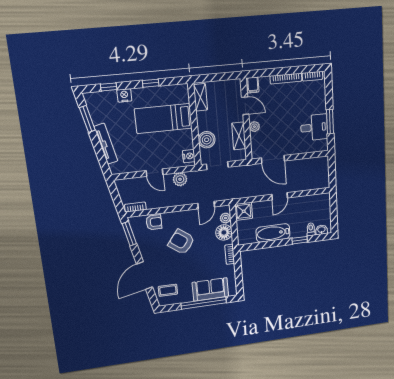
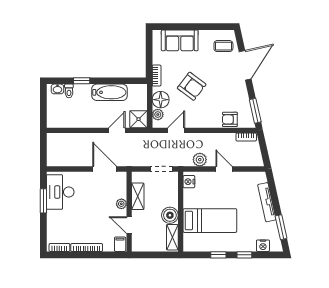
window: (109, 87) -> (244, 255), moved
nightstand: (124, 95) -> (263, 246), moved
desk: (314, 127) -> (60, 192), width x1.37
boiler: (207, 140) -> (170, 215), moved
door: (280, 196) -> (117, 130), moved
armchair: (181, 242) -> (192, 86), moved
window: (204, 303) -> (188, 27), removed

